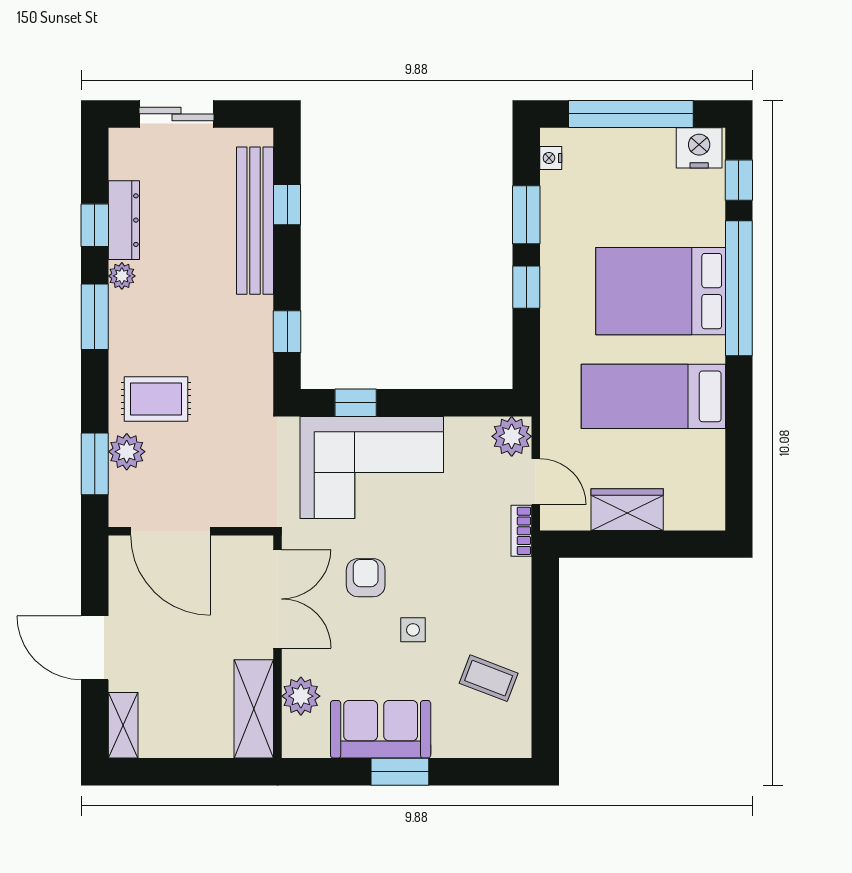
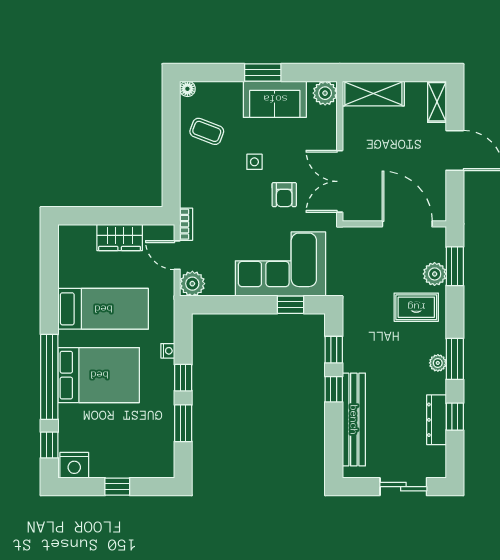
window: (631, 114) -> (117, 487), width x0.32
nightstand: (551, 158) -> (168, 351), moved
window: (287, 205) -> (334, 389), moved
plant: (122, 276) -> (438, 363), moved
plant: (301, 696) -> (325, 93), moved
shelving: (254, 709) -> (373, 93), moved, turned 90
floor lamp: (519, 746) -> (187, 89), added

